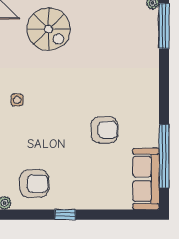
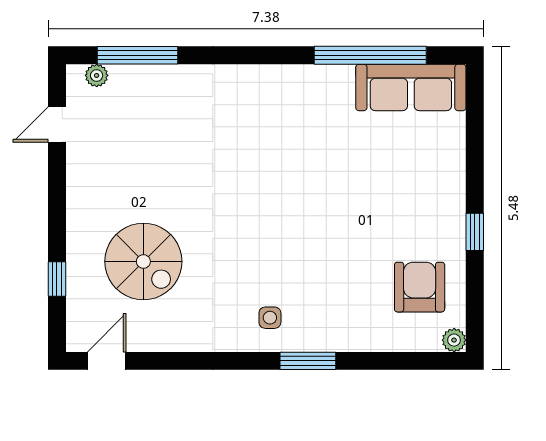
spiral stairs: (49, 29) -> (143, 262), turned 90
armchair: (105, 130) -> (323, 161), removed

